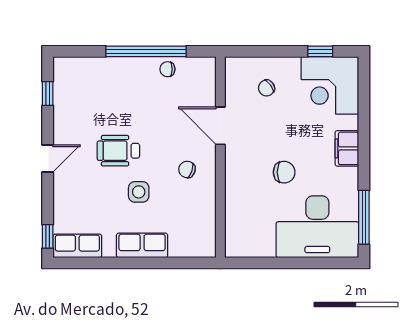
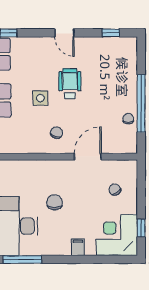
filing cabinet: (347, 148) -> (78, 247), width x0.50
chair: (284, 172) -> (55, 202), turned 180

